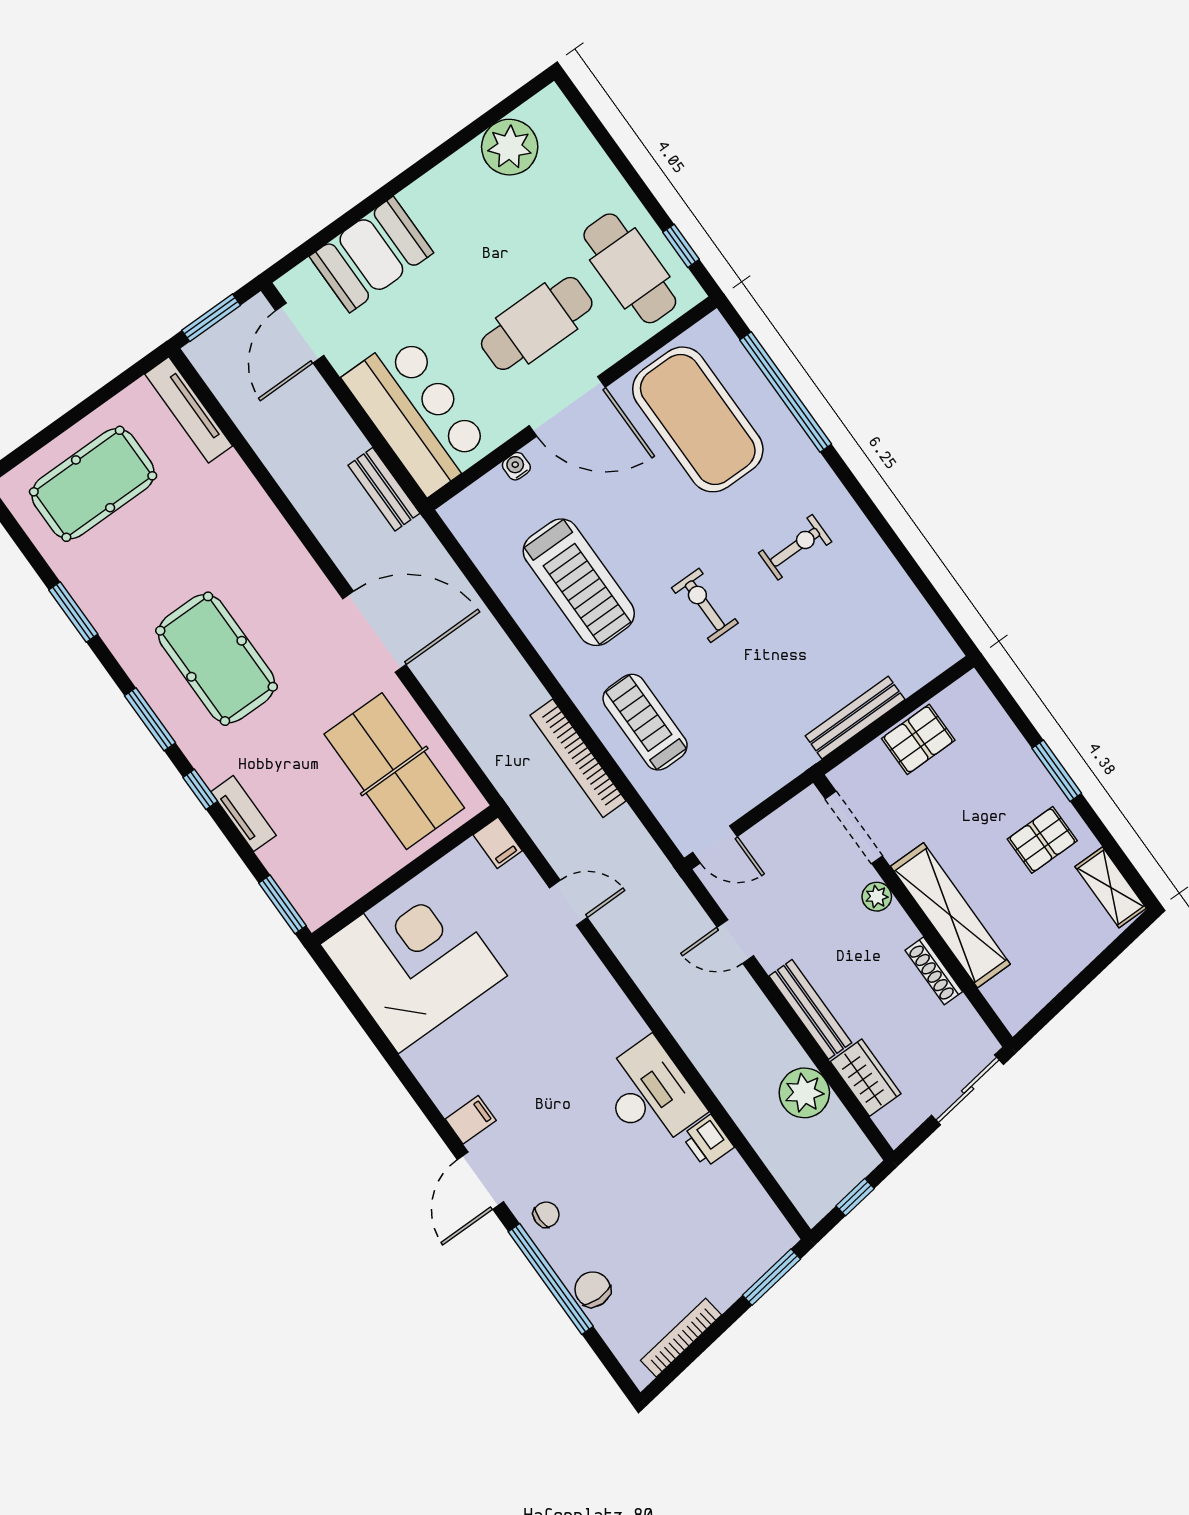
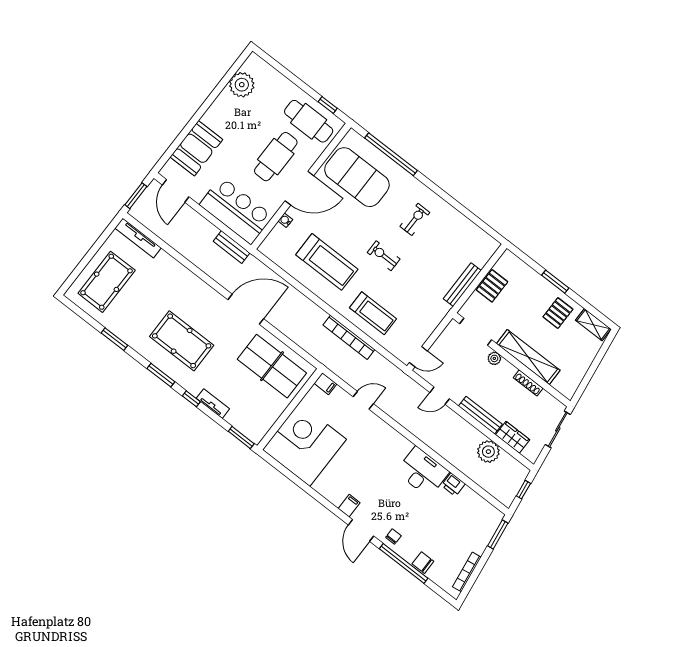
treadmill: (645, 722) -> (373, 313), turned 180

